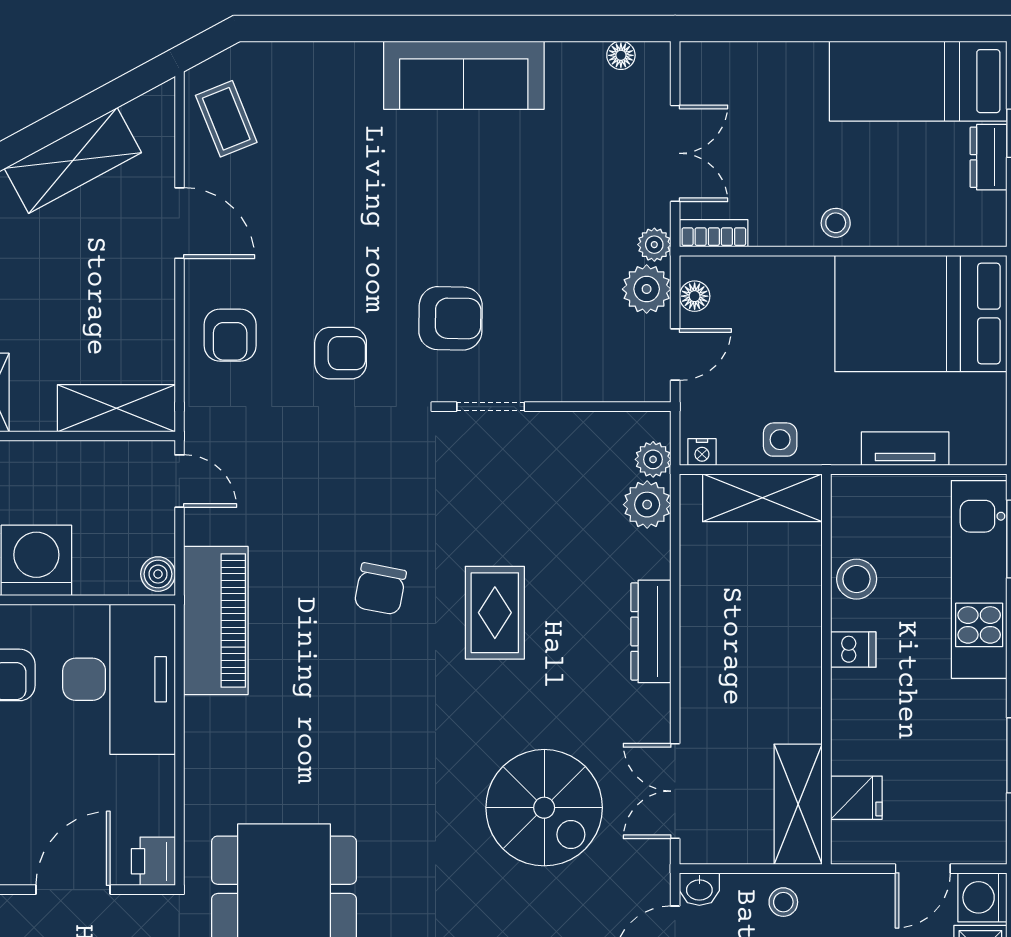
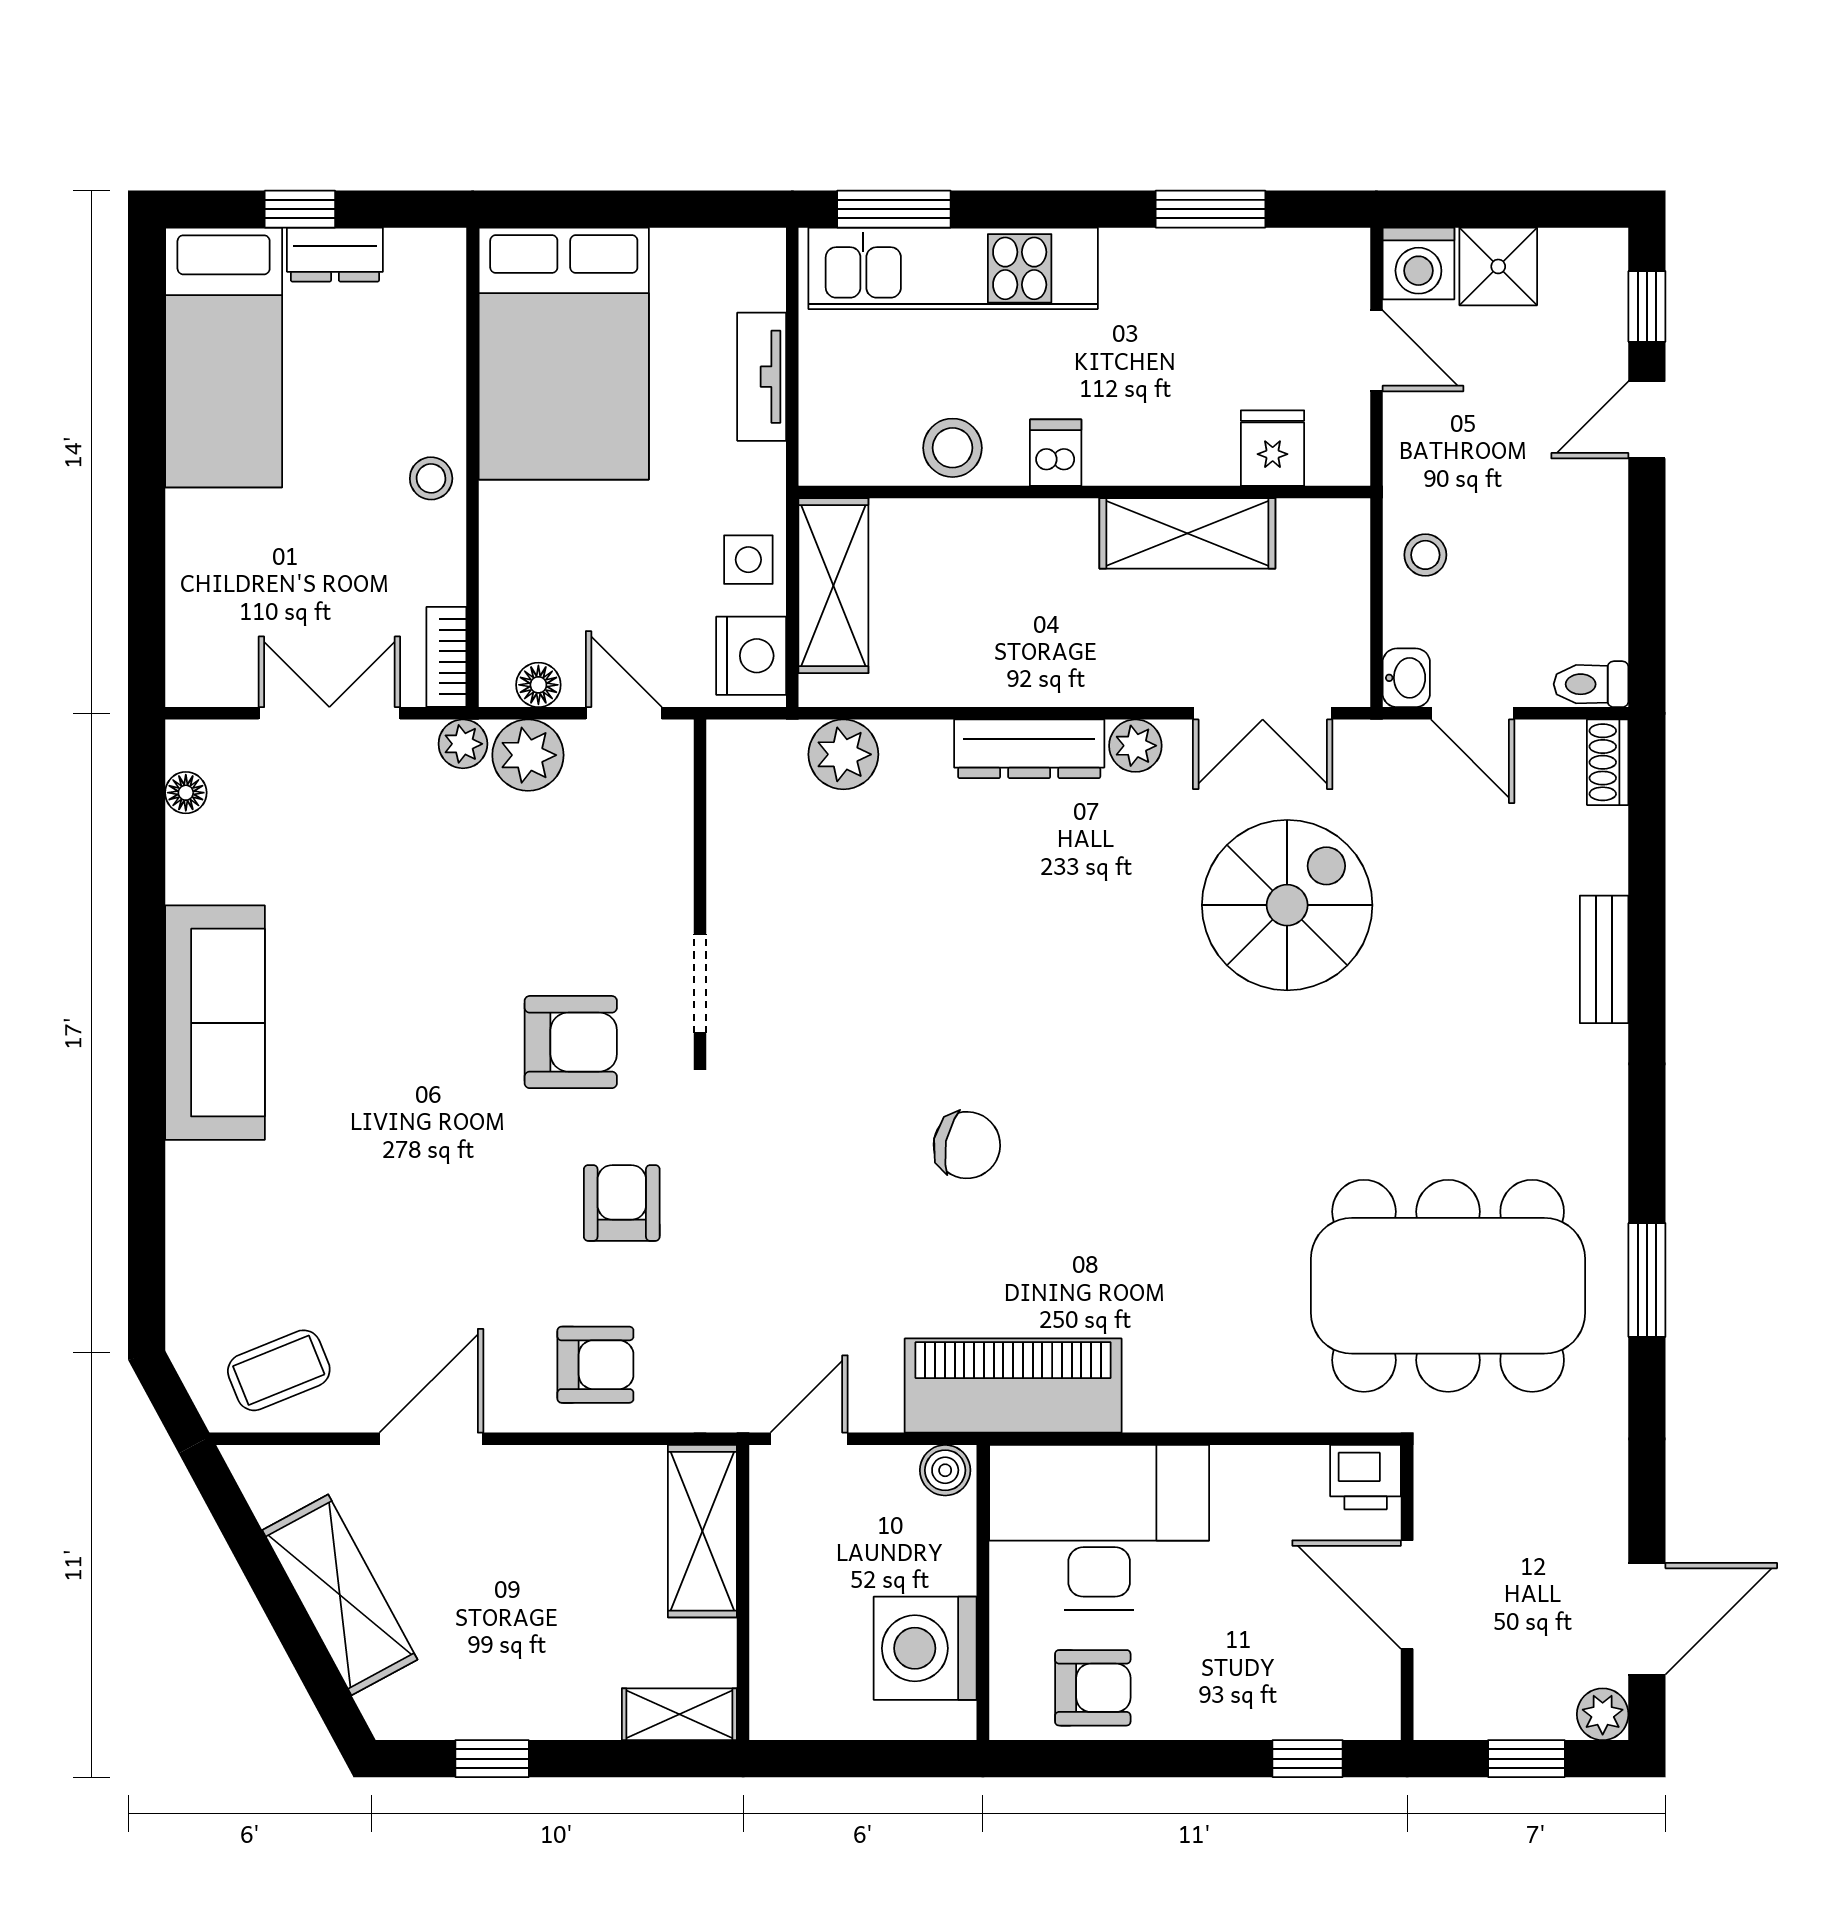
armchair: (451, 318) -> (571, 1042), turned 89
nightstand: (702, 452) -> (751, 656), width x1.89, depth x1.79
plant: (653, 459) -> (1135, 746), moved
rug: (495, 613) -> (1002, 977), removed
shelving: (798, 804) -> (1187, 533), moved

